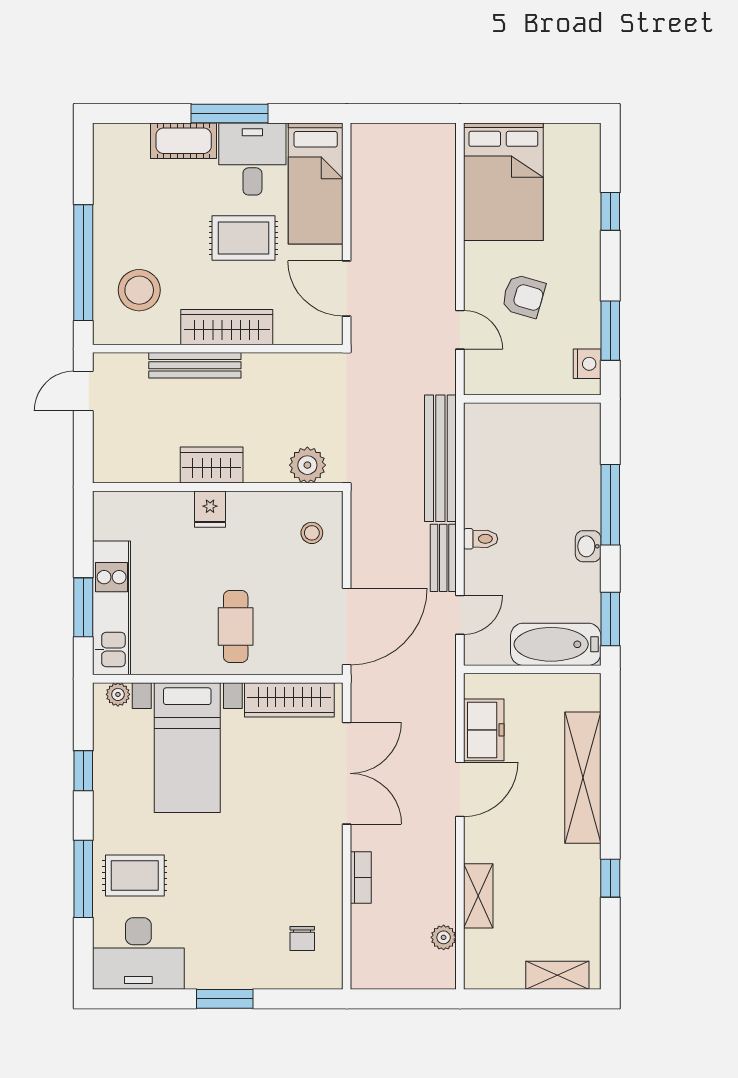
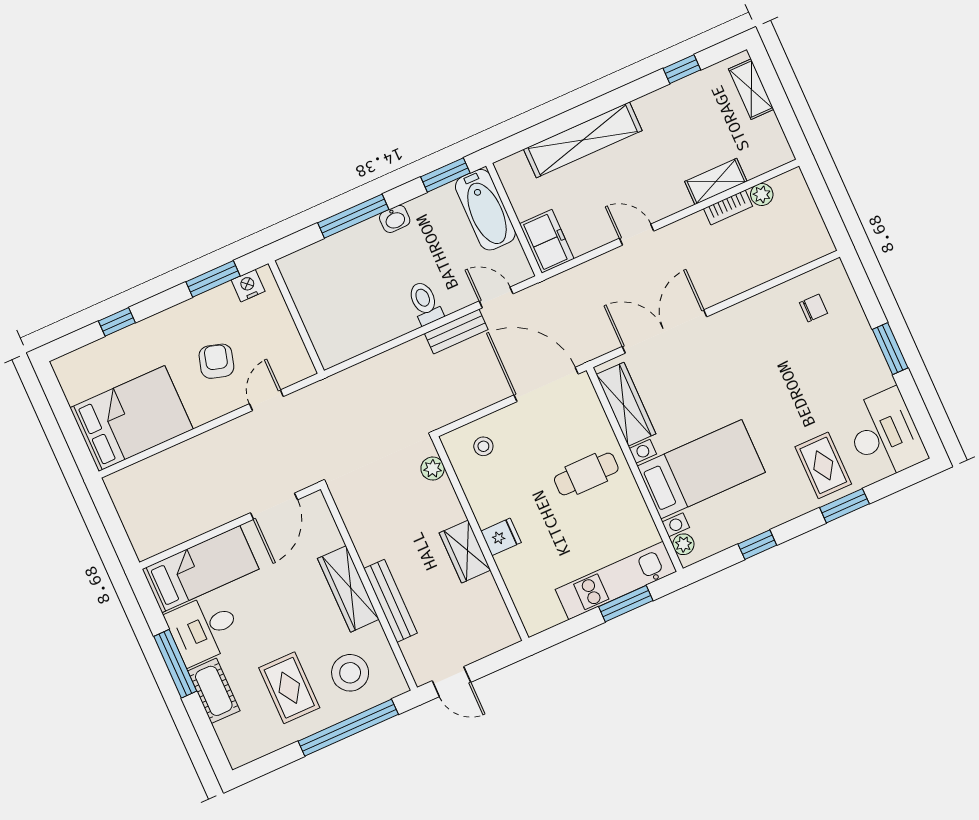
rug: (244, 238) -> (289, 688), moved
bench: (440, 458) -> (377, 370), removed
plant: (307, 465) -> (433, 469), width x0.73, depth x0.73
toilet: (481, 539) -> (425, 303), width x1.37, depth x1.39
freezer: (484, 730) -> (547, 241), moved, turned 90
door: (460, 789) -> (637, 235), width x0.73
bookcase: (361, 877) -> (728, 207), moved, turned 180
window: (610, 878) -> (682, 69), moved
window: (83, 879) -> (844, 506), width x0.69

